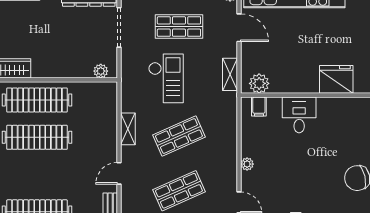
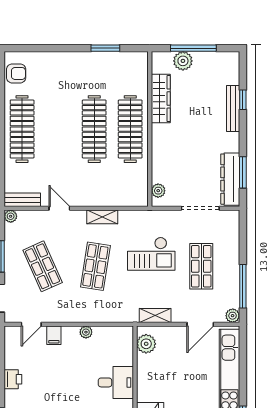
filing cabinet: (259, 106) -> (54, 335), moved, turned -90
shop shelf: (179, 136) -> (95, 266), turned 33
plant: (247, 164) -> (86, 332), moved

